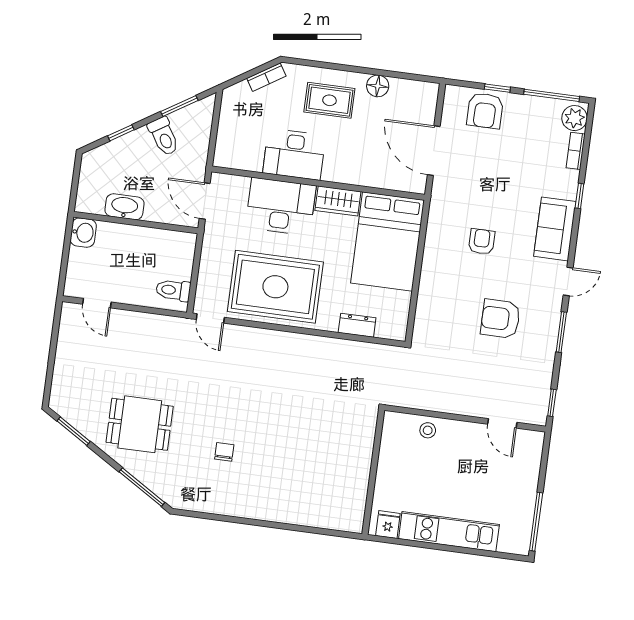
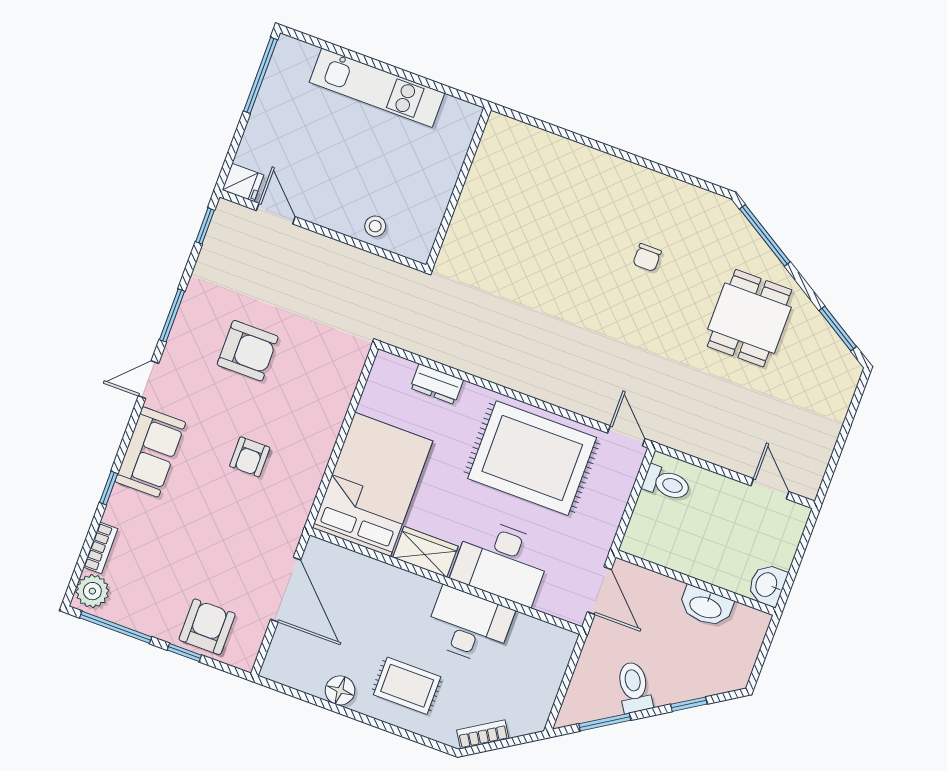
dining table: (140, 424) -> (749, 318), turned 90
fridge: (388, 525) -> (243, 183), moved, turned -90

